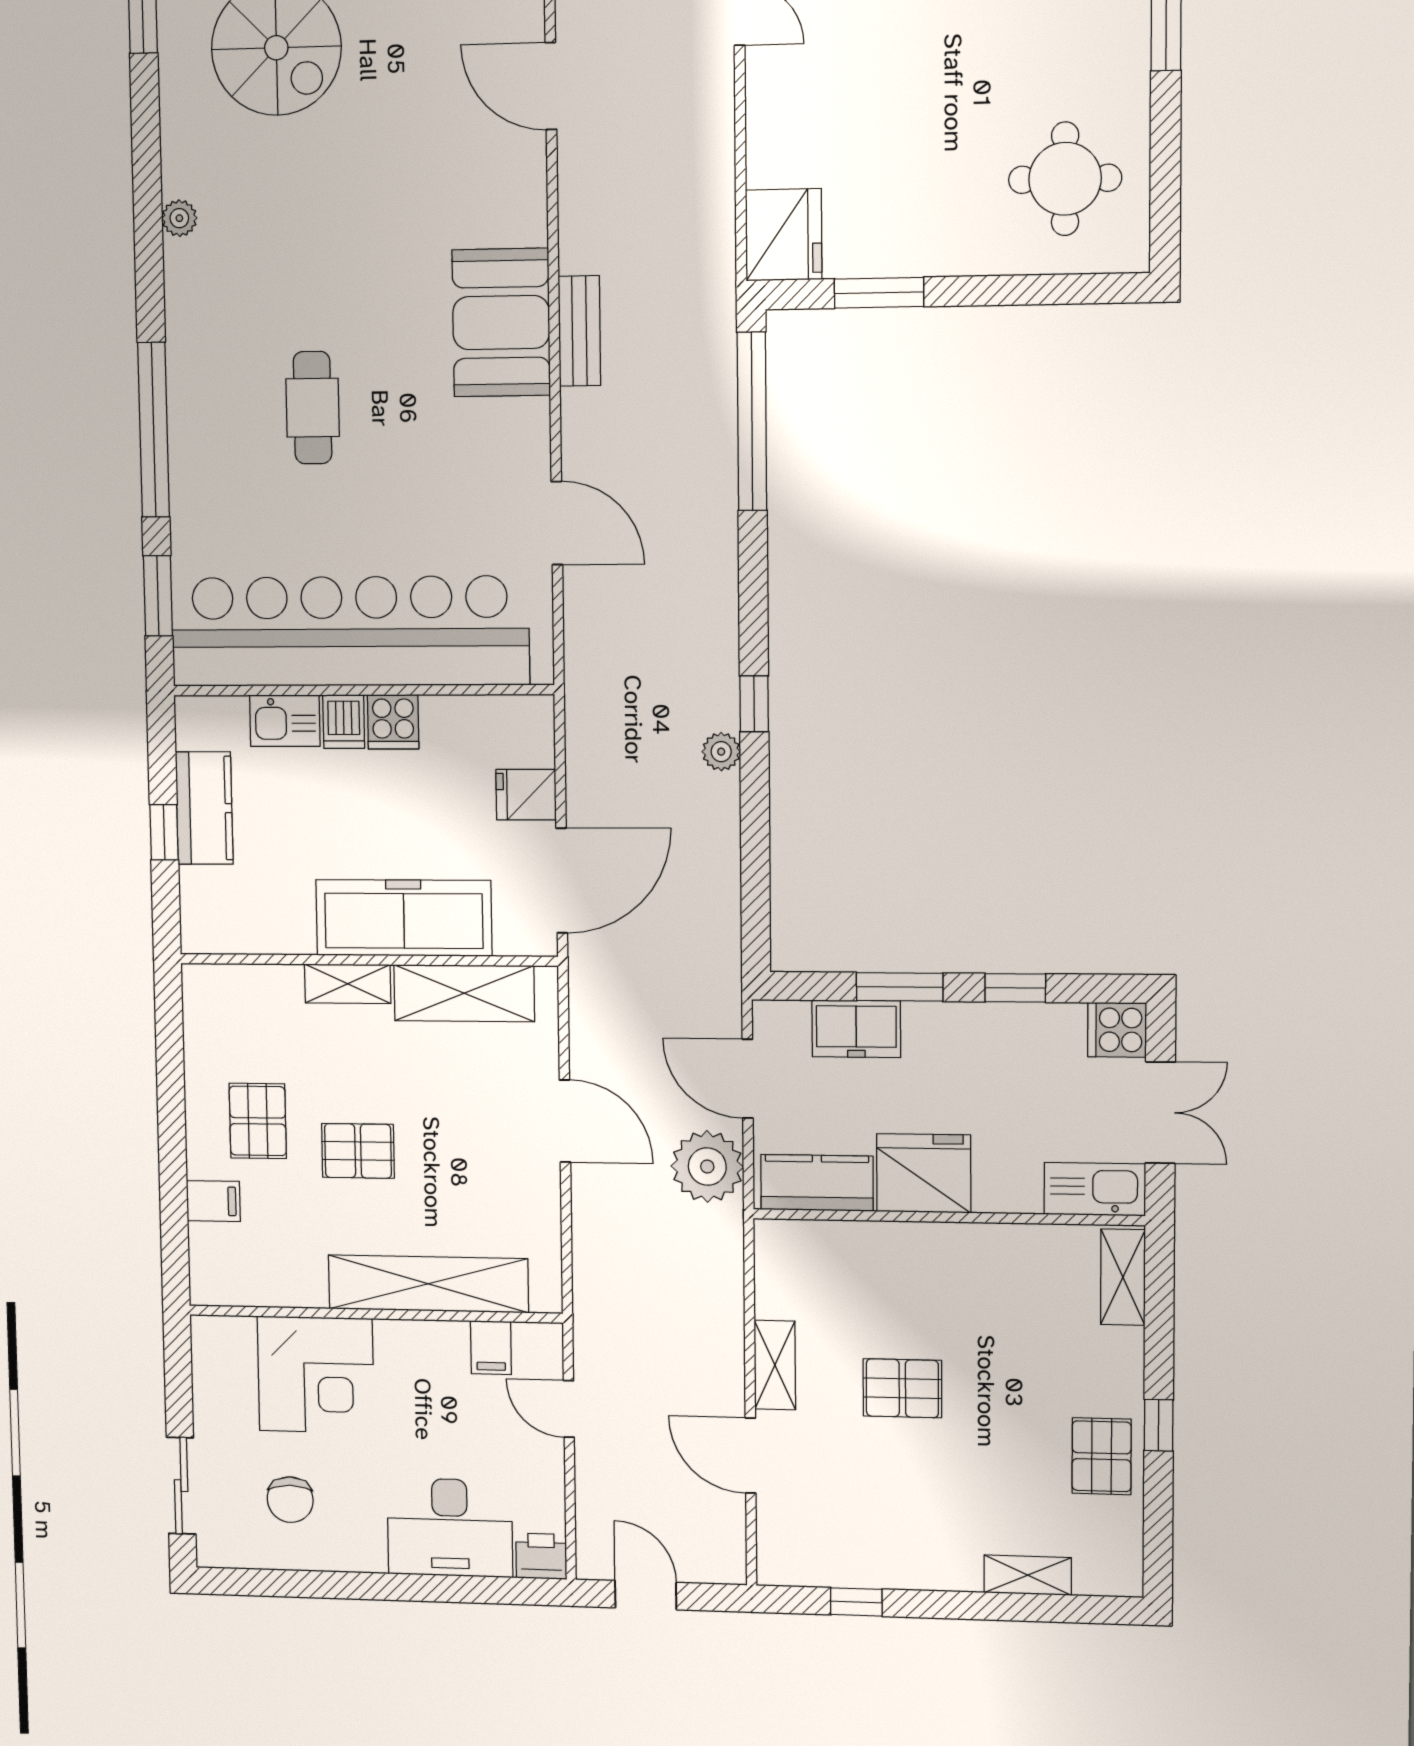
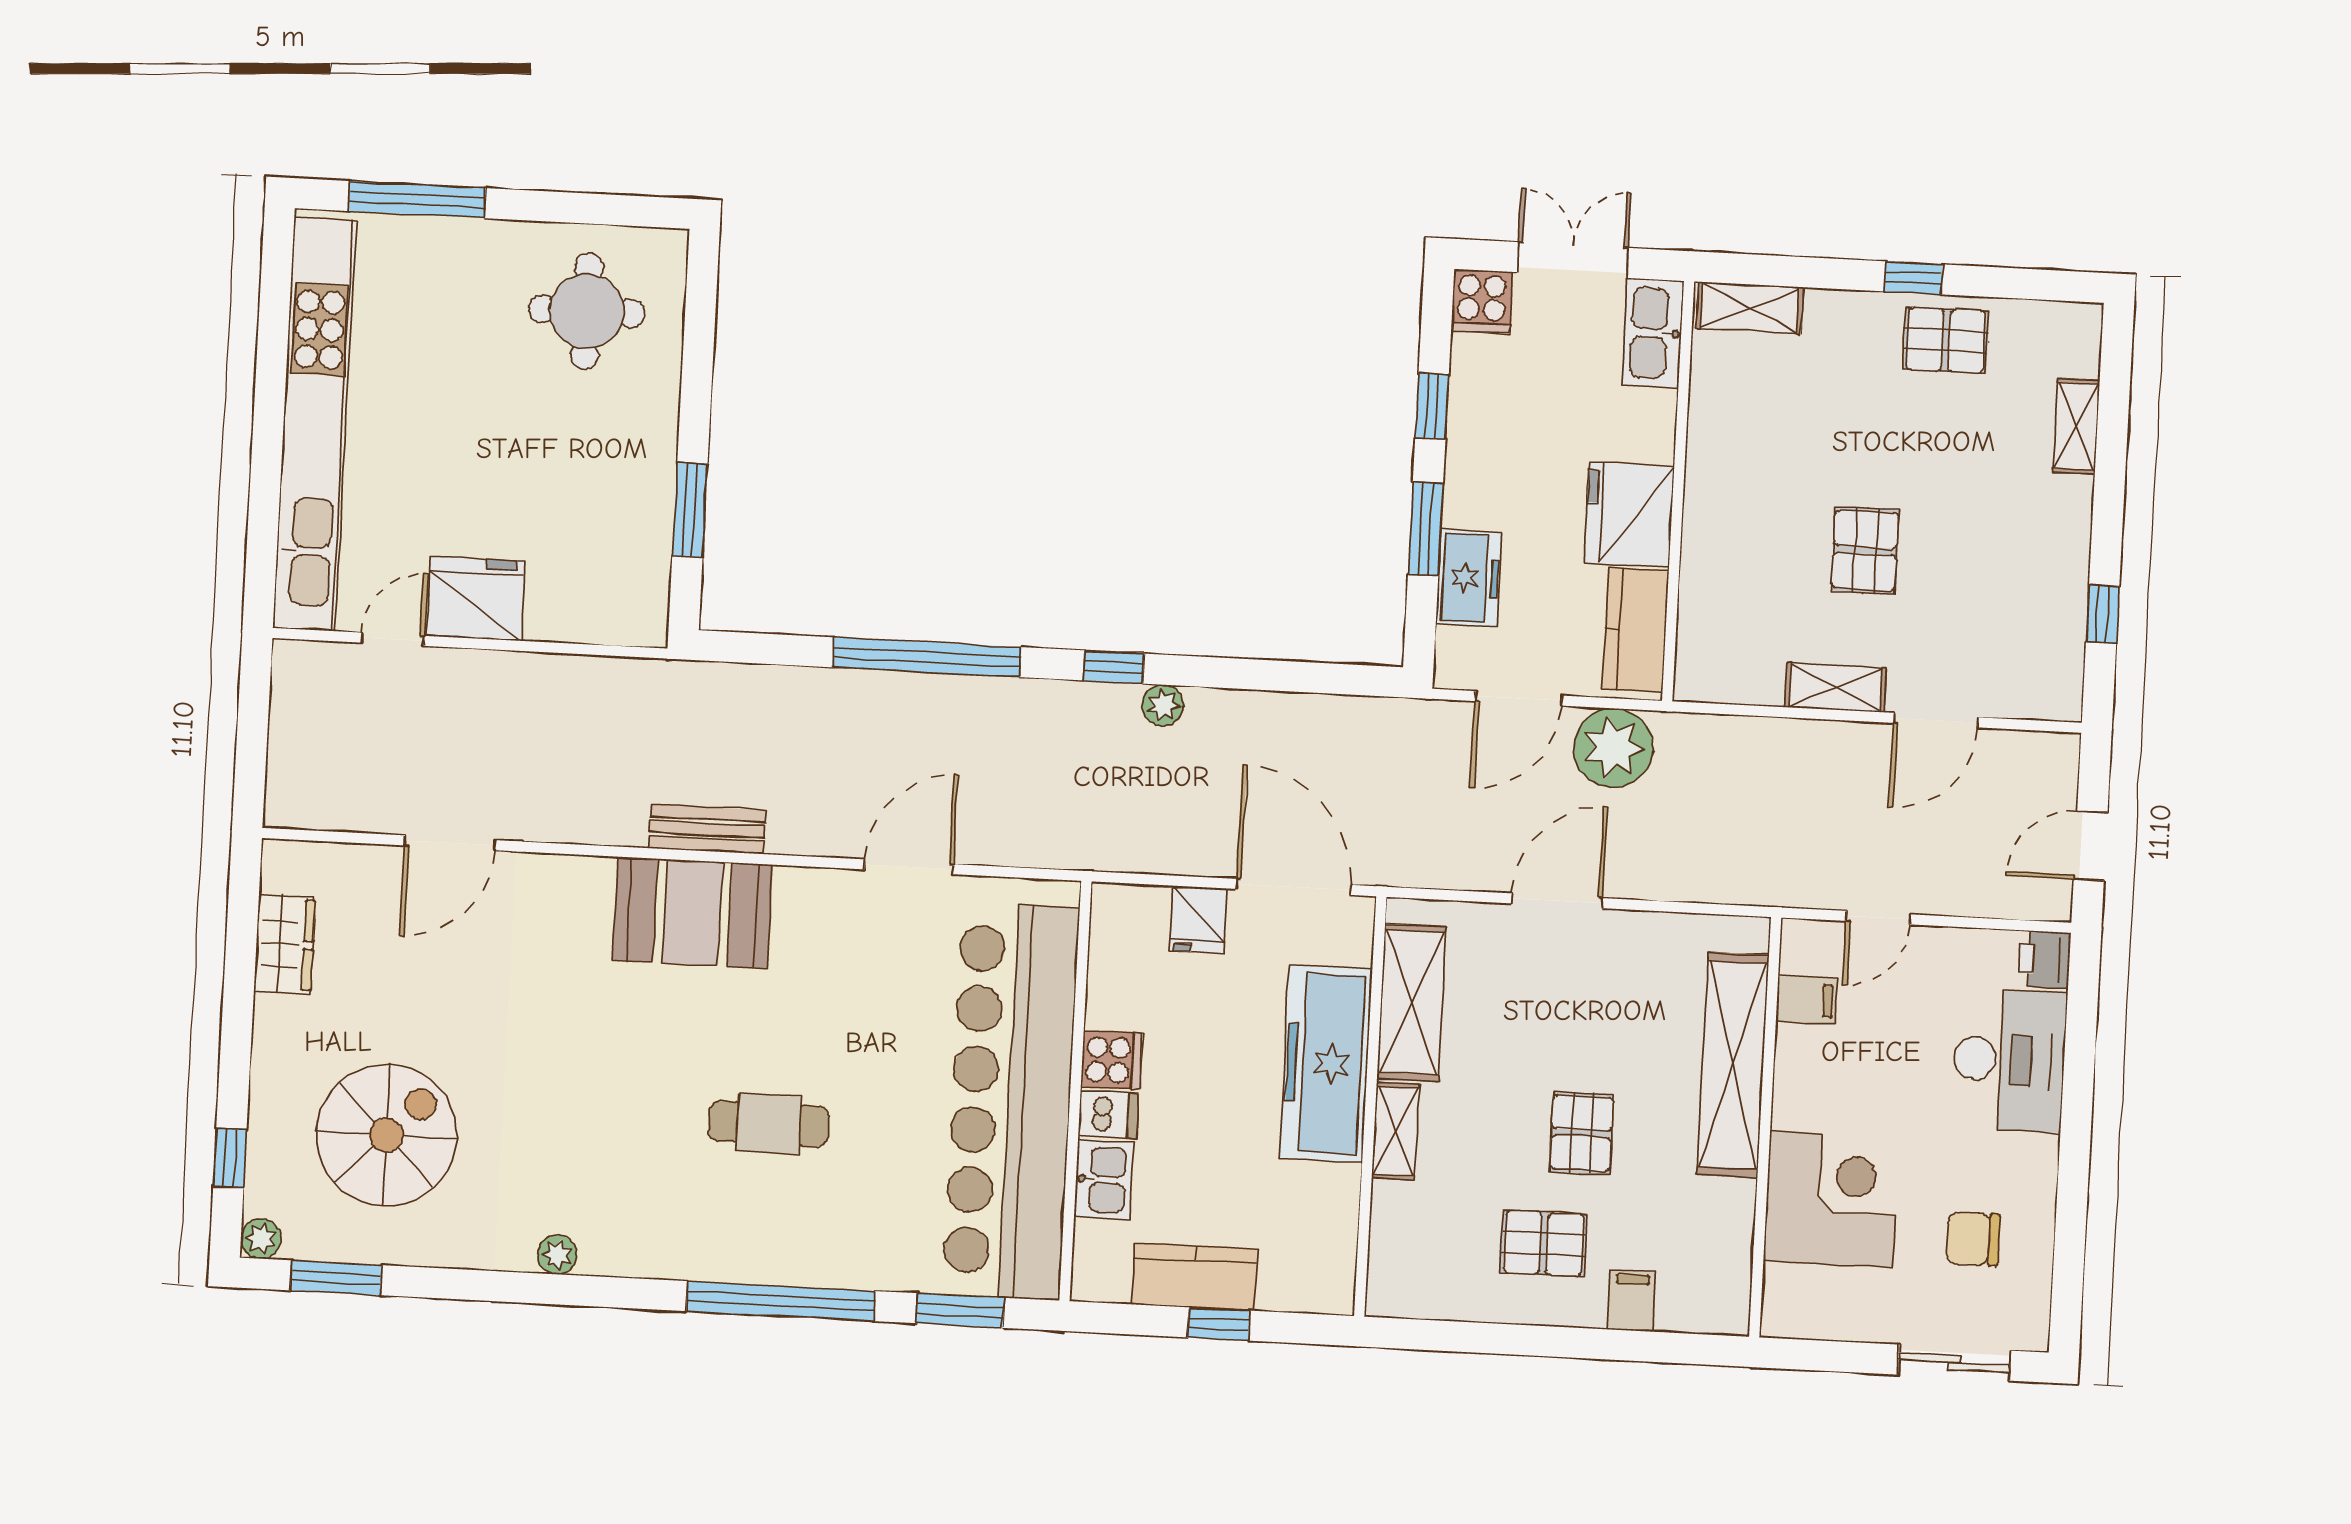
fridge: (784, 235) -> (476, 599), moved
window: (752, 421) -> (927, 657), moved
chair: (290, 1500) -> (1973, 1239), turned 180

